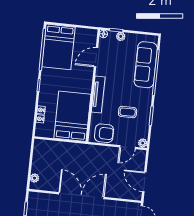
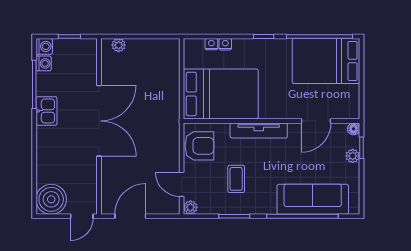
door: (96, 57) -> (316, 121), swing flipped
armchair: (104, 133) -> (199, 146), turned -90

